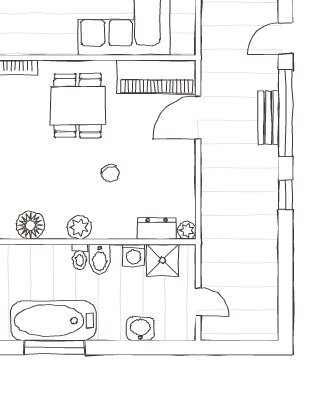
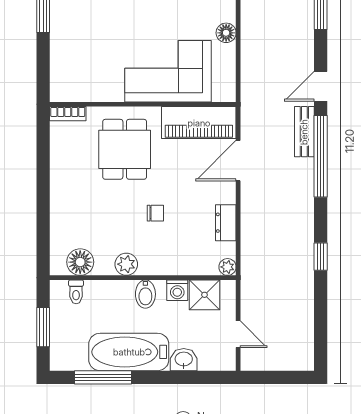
bench: (268, 118) -> (304, 132), moved
chair: (110, 173) -> (155, 213), turned -64
window: (286, 195) -> (321, 257), moved
dresser: (157, 229) -> (226, 223), moved, turned -90
toilet: (80, 257) -> (76, 292), moved
bathtub: (53, 321) -> (129, 352), moved

